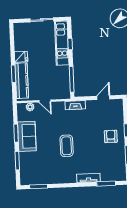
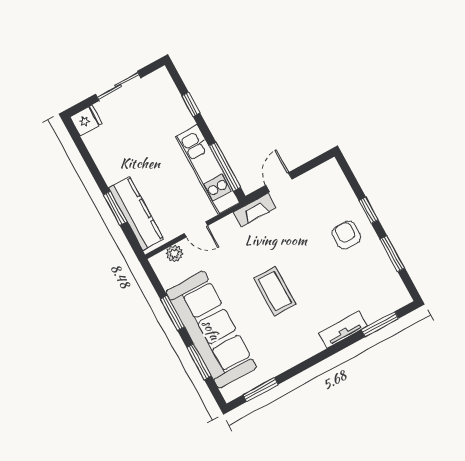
kitchen unit: (62, 43) -> (208, 170), moved
fridge: (21, 57) -> (86, 120), moved
door: (103, 98) -> (279, 182), moved
sofa: (27, 136) -> (211, 330), width x1.85, depth x1.27

